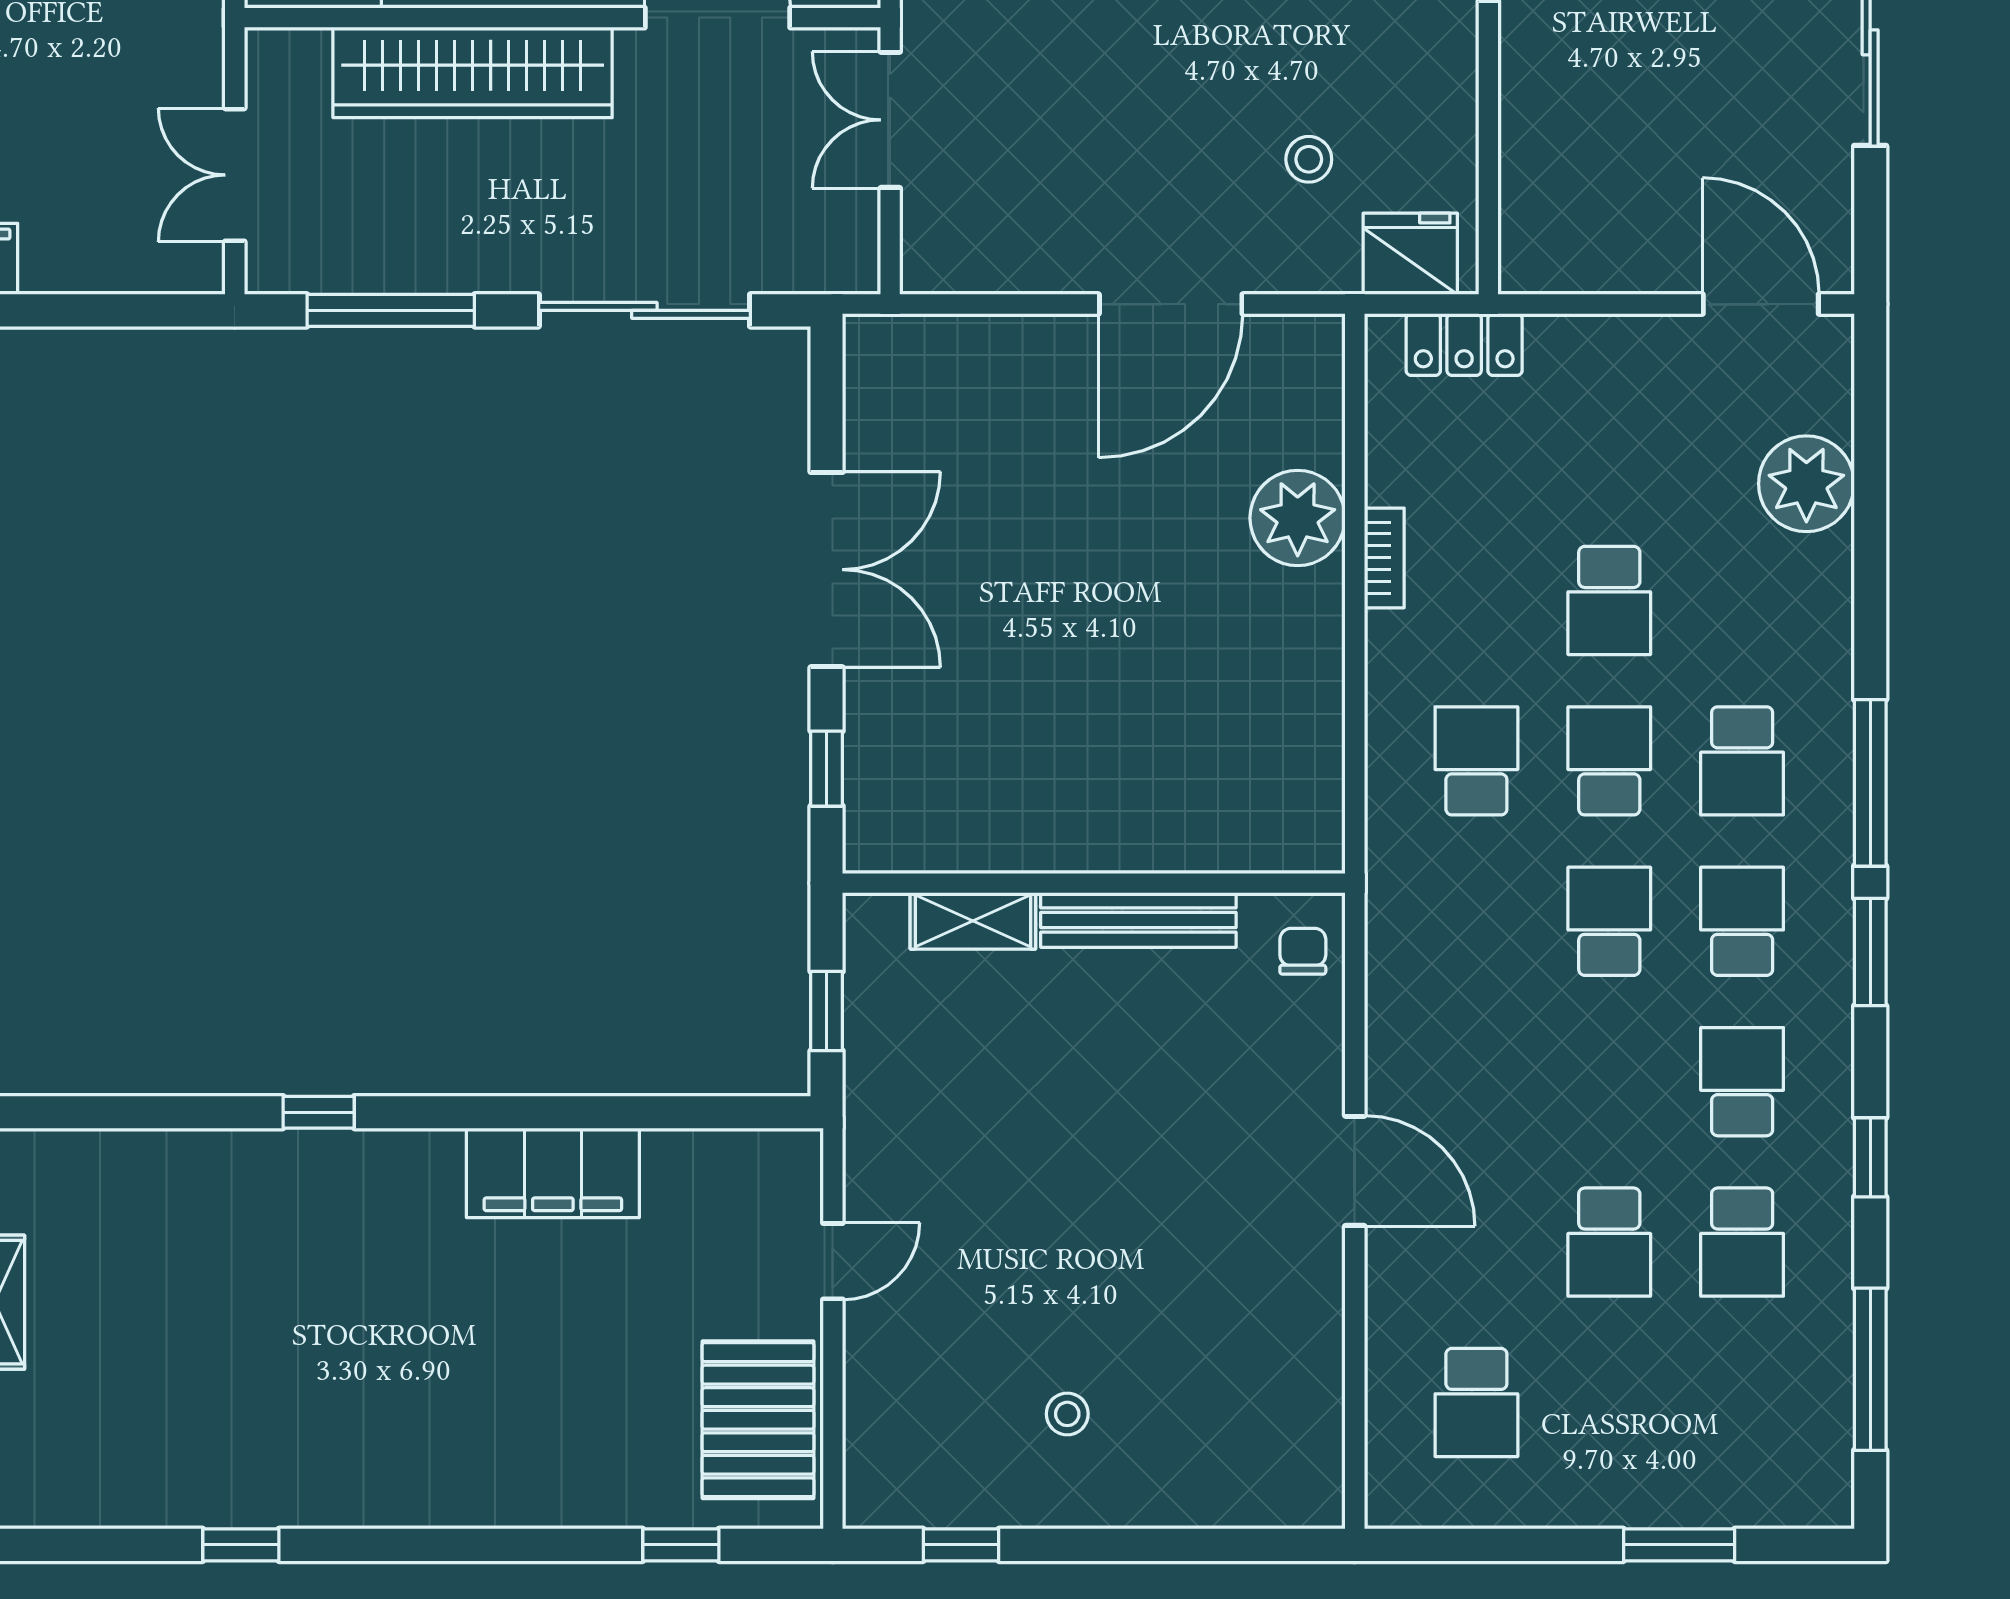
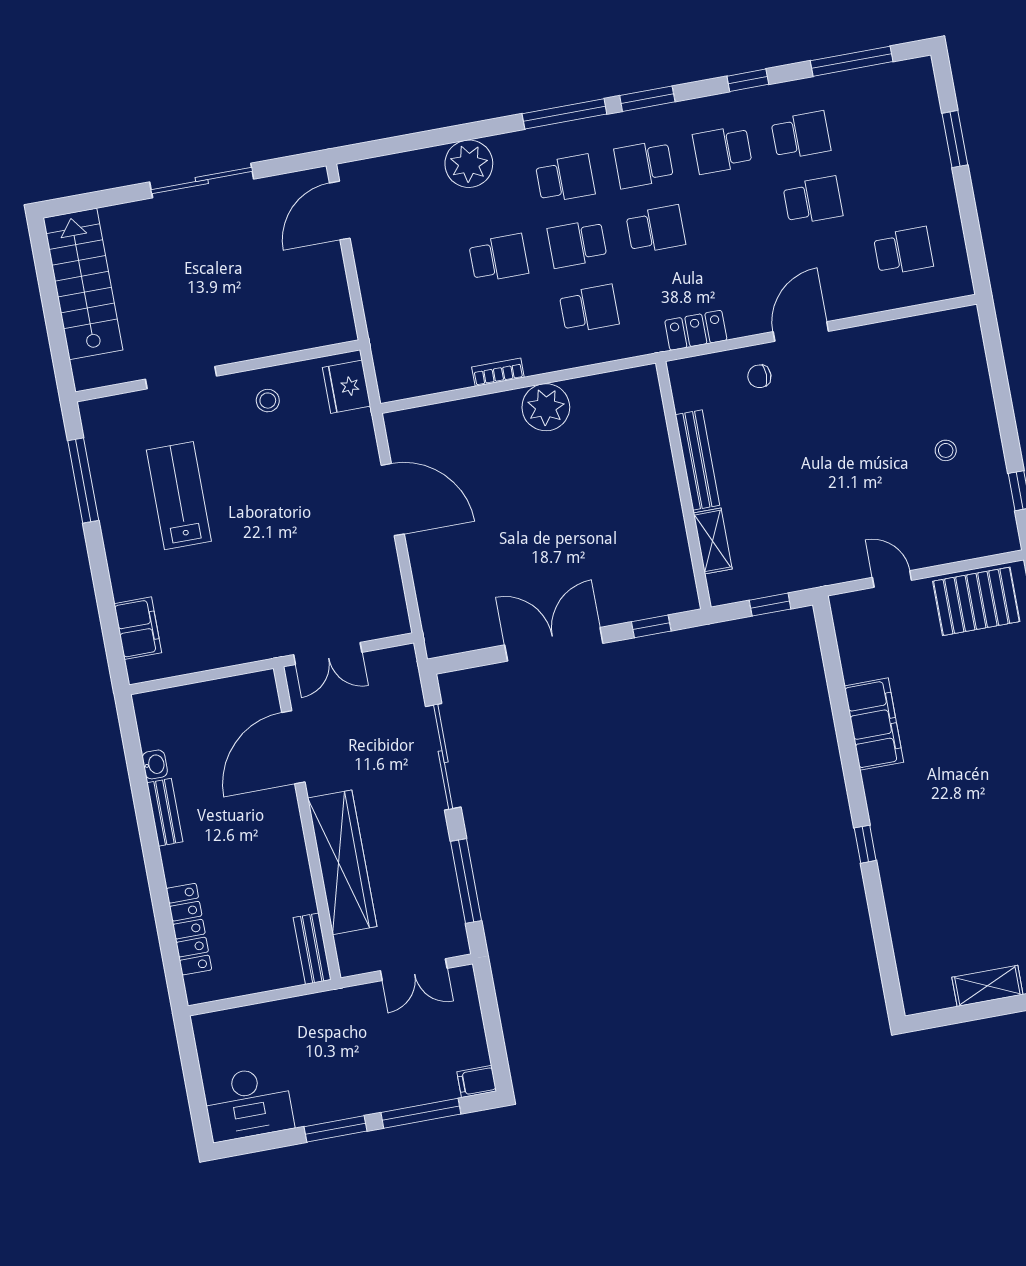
stool: (1309, 159) -> (268, 401), moved
locker: (1464, 345) -> (696, 330), moved, turned -90
plant: (1806, 484) -> (469, 164), moved
plant: (1298, 518) -> (546, 407), moved
school desk: (1476, 761) -> (589, 309), turned 180
school desk: (1609, 921) -> (656, 229), turned 180
chair: (1303, 951) -> (759, 376), moved

